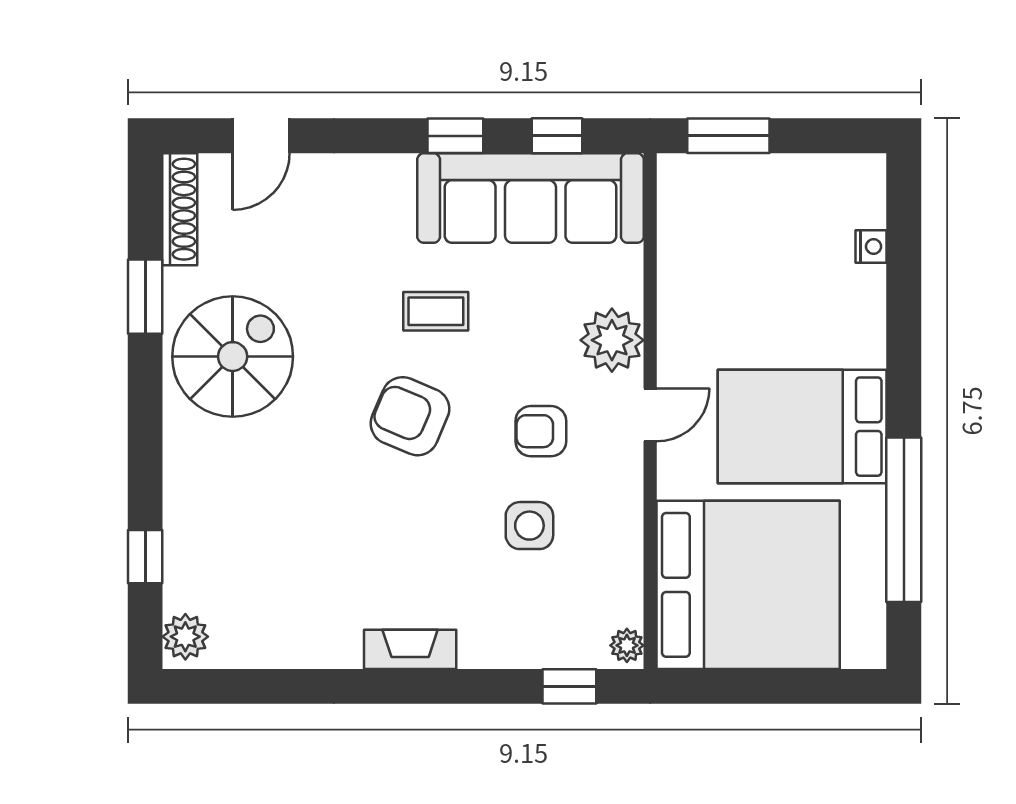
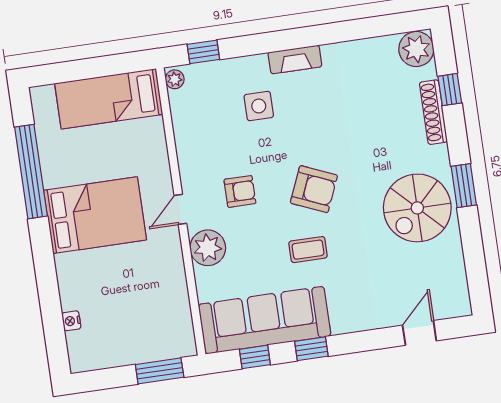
shoe rack: (180, 209) -> (433, 112), moved
window: (145, 297) -> (464, 186), moved
side table: (529, 526) -> (259, 106), moved
bed: (748, 585) -> (109, 99), width x0.49
plant: (185, 637) -> (416, 49), width x1.36, depth x1.36

